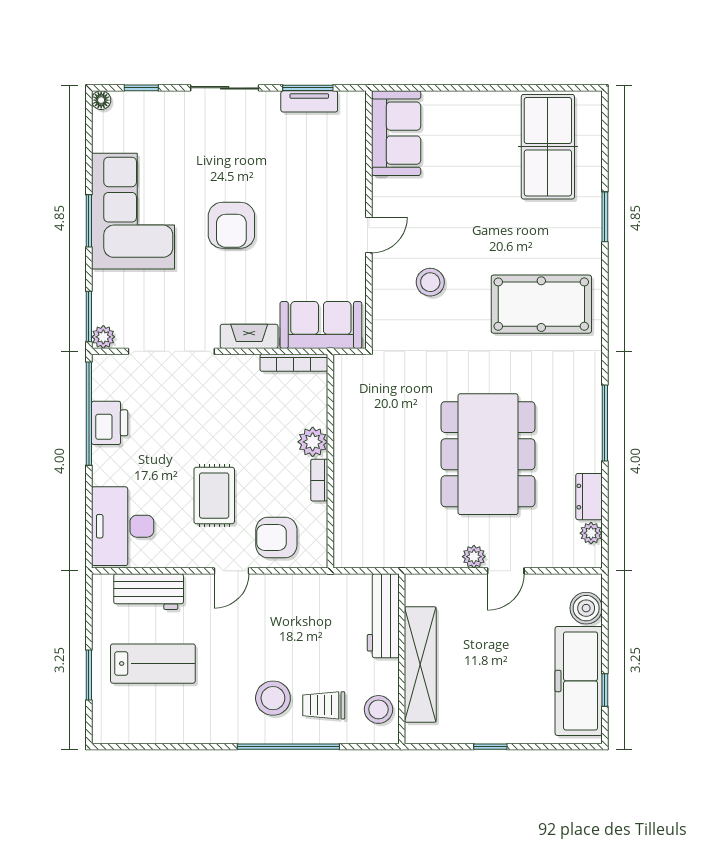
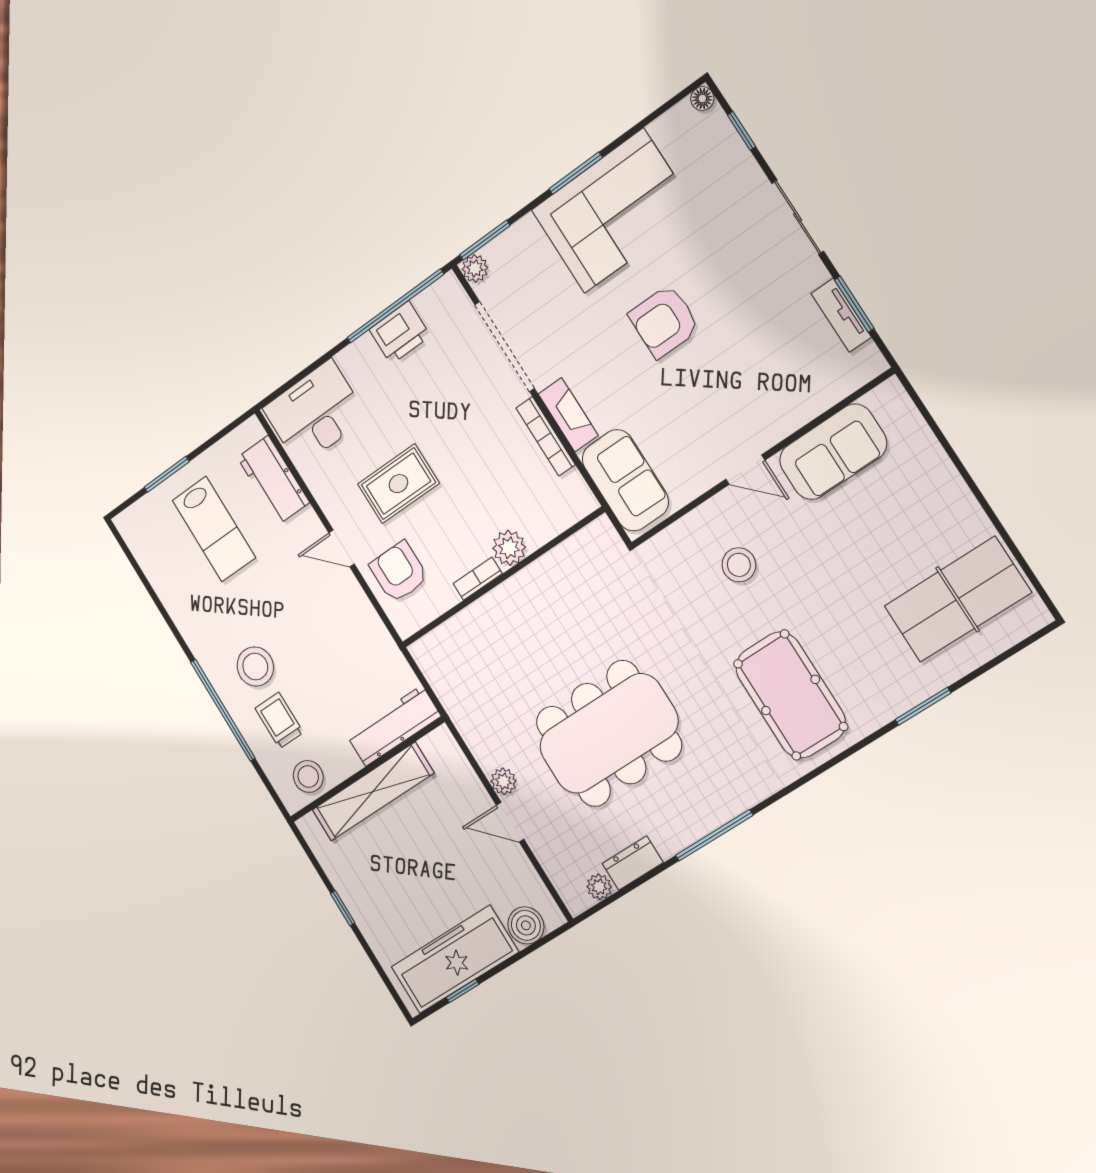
sofa: (396, 133) -> (833, 452), moved
bookcase: (294, 363) -> (546, 436), moved

